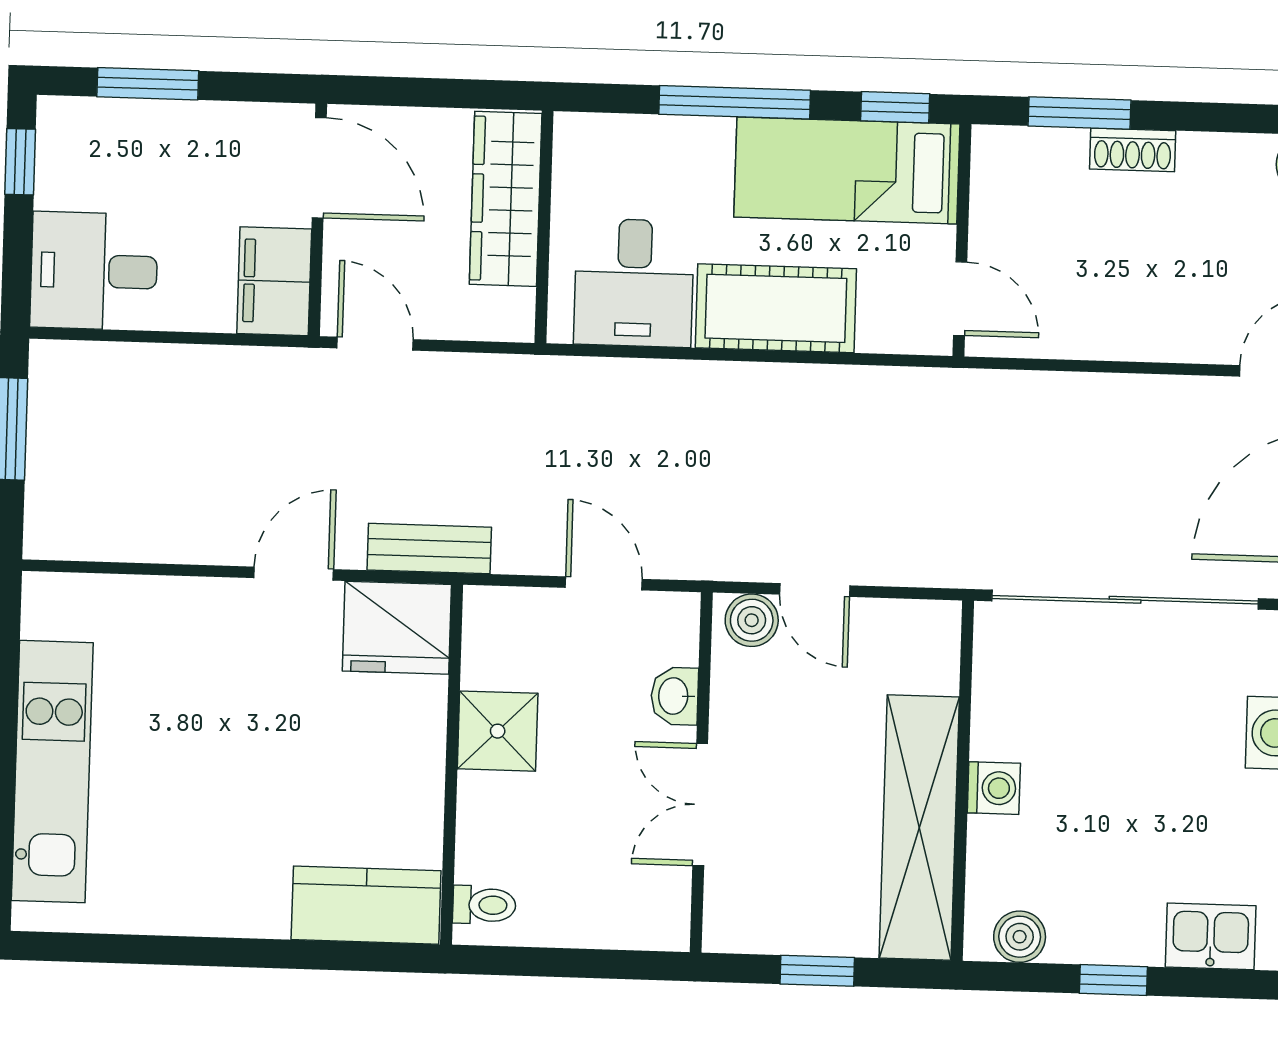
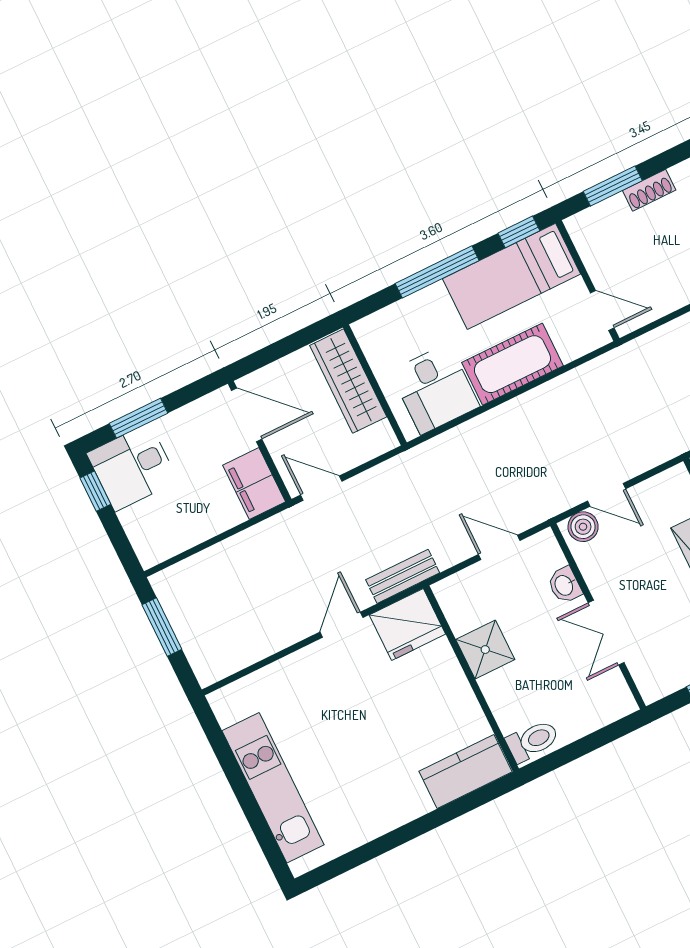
desk: (94, 271) -> (132, 467), moved
toilet: (484, 905) -> (533, 741), width x1.37, depth x1.39

